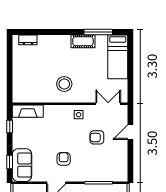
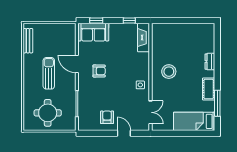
dresser: (28, 40) -> (210, 62), moved
armchair: (97, 137) -> (107, 117), moved

